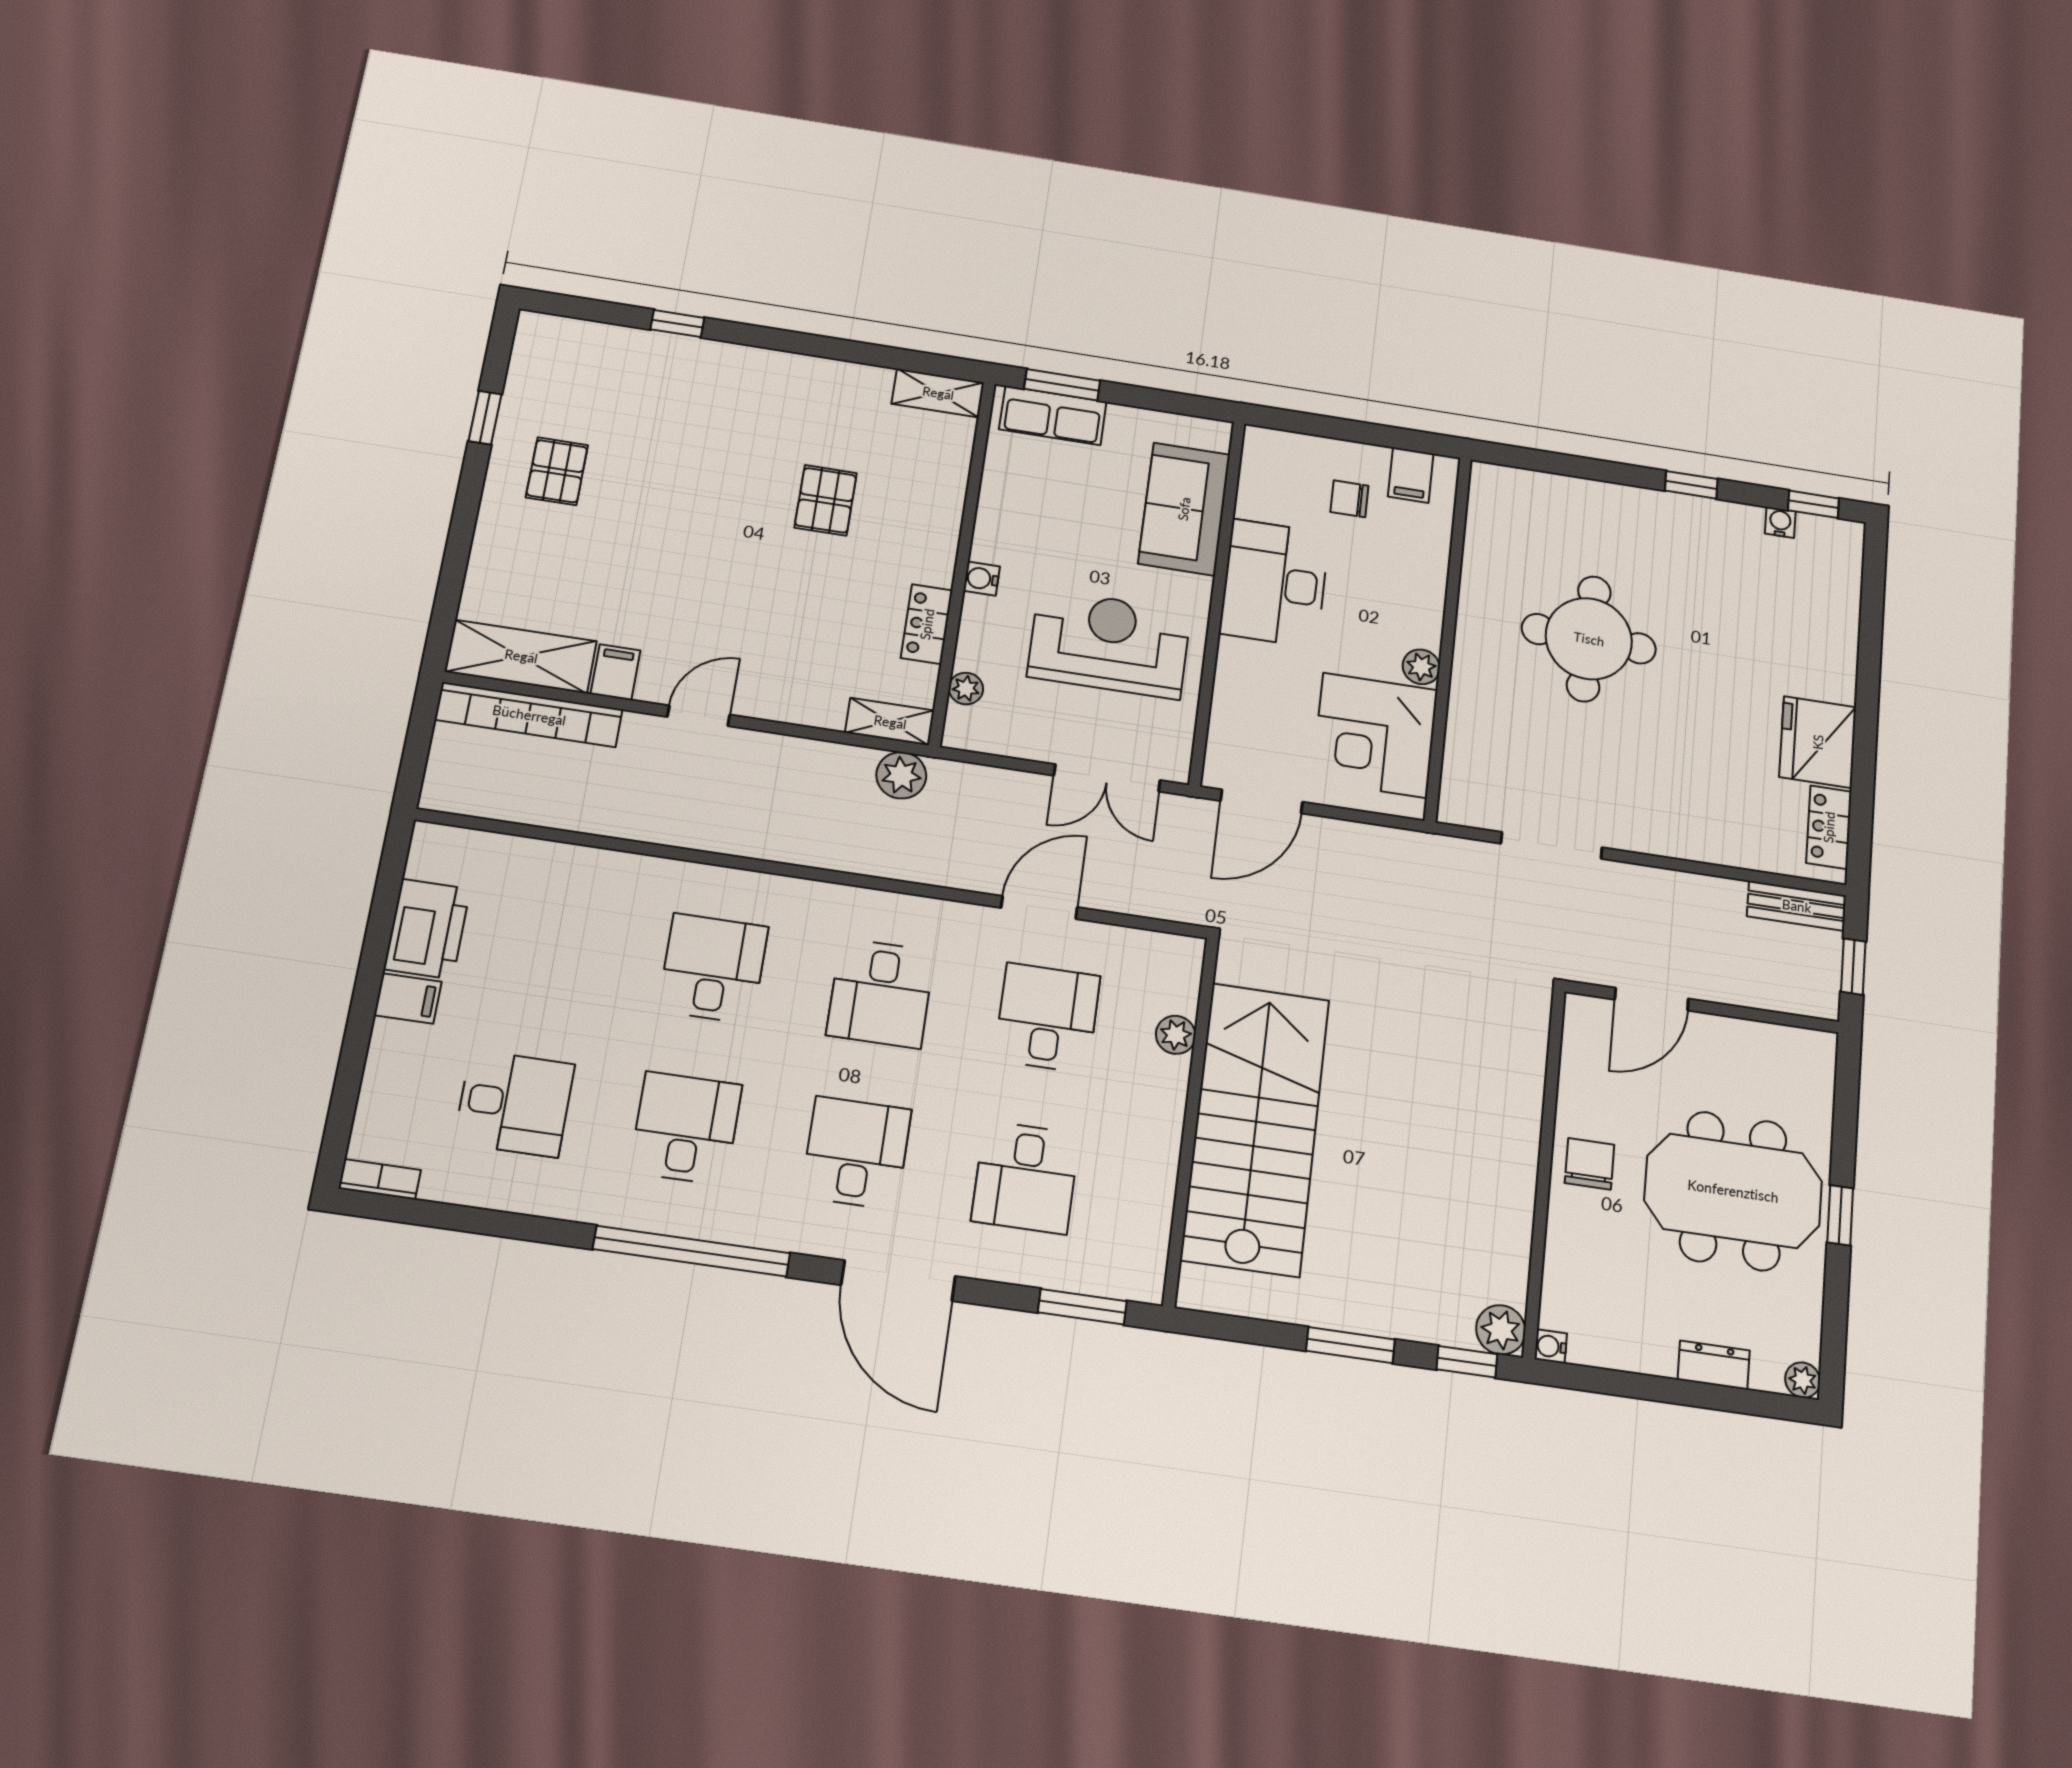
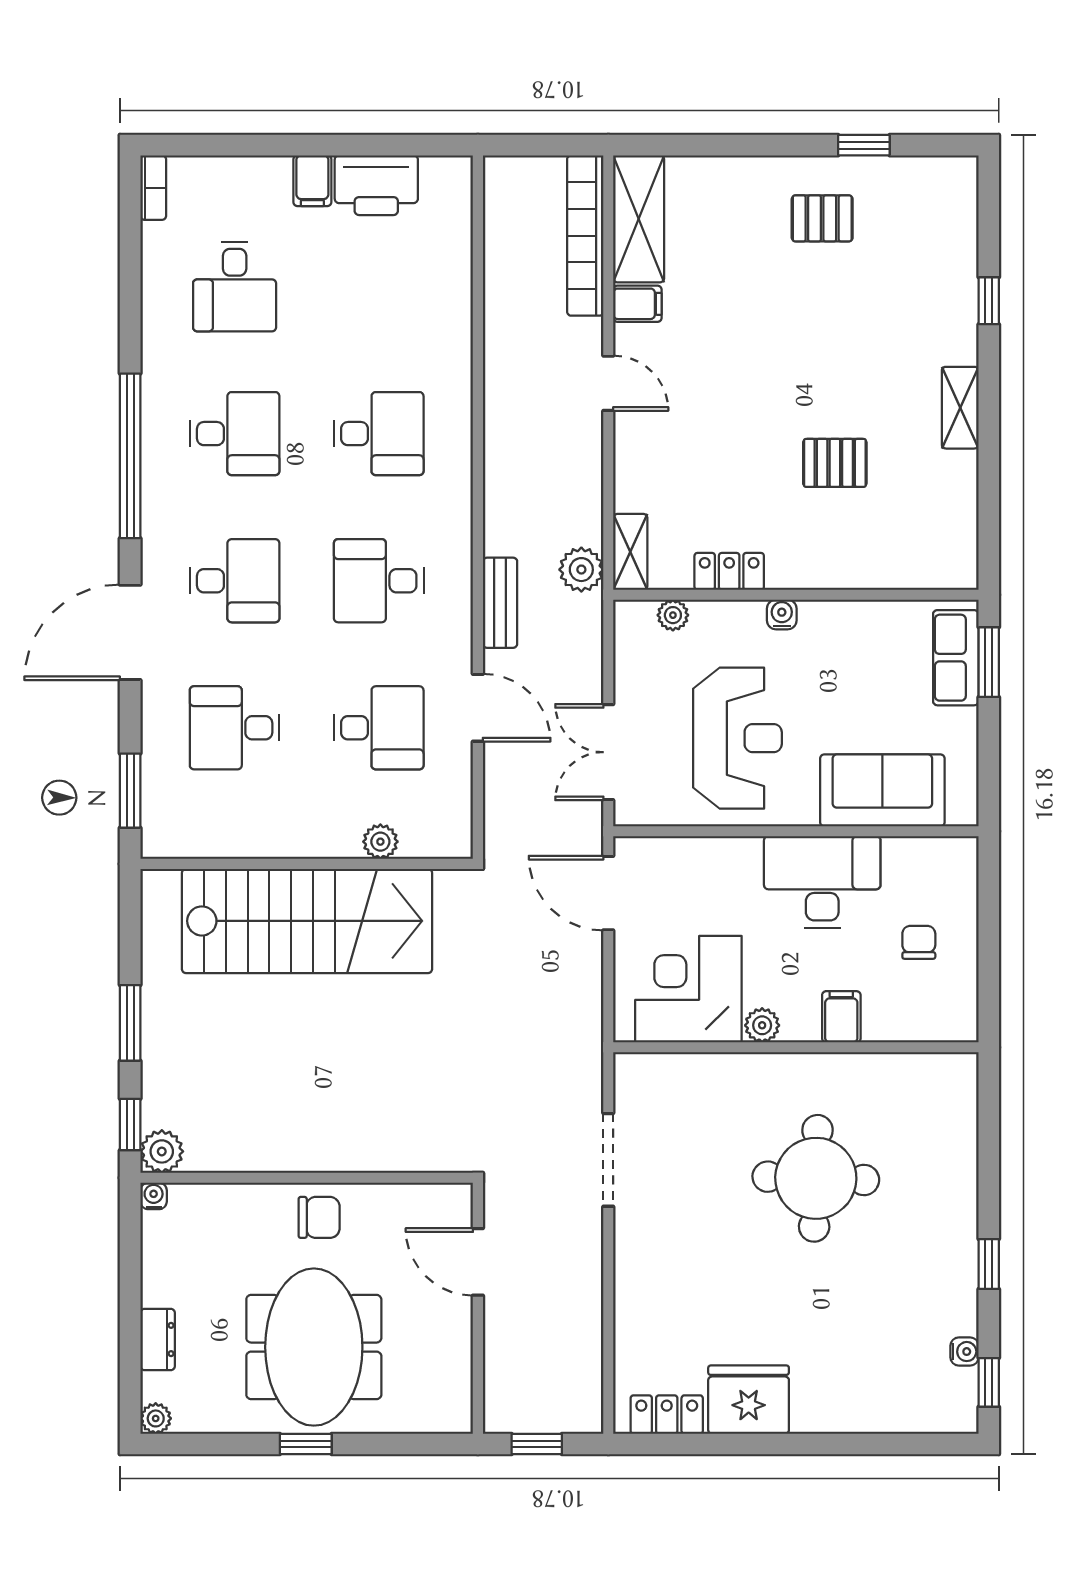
shelving: (938, 393) -> (960, 408), moved
filing cabinet: (1411, 475) -> (841, 1017), moved, turned 90
bench: (1797, 906) -> (500, 603), moved

